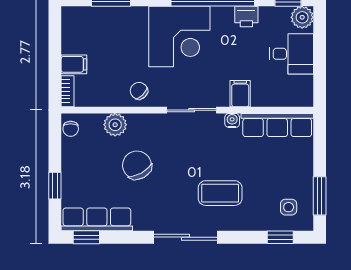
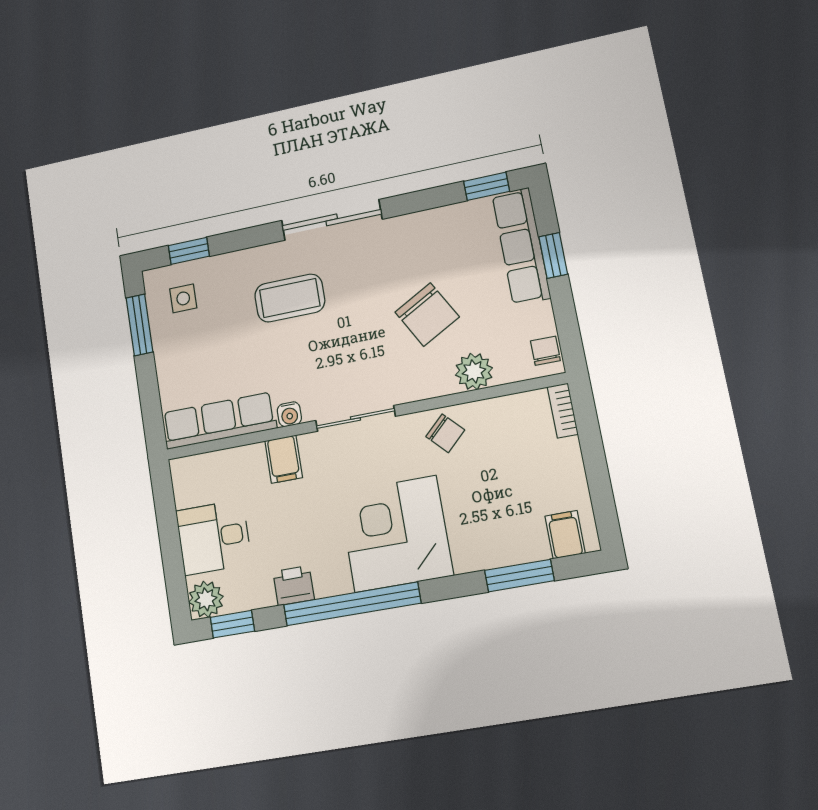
filing cabinet: (74, 64) -> (565, 535), moved, turned 90
row of seats: (97, 219) -> (521, 246), moved, turned 90

